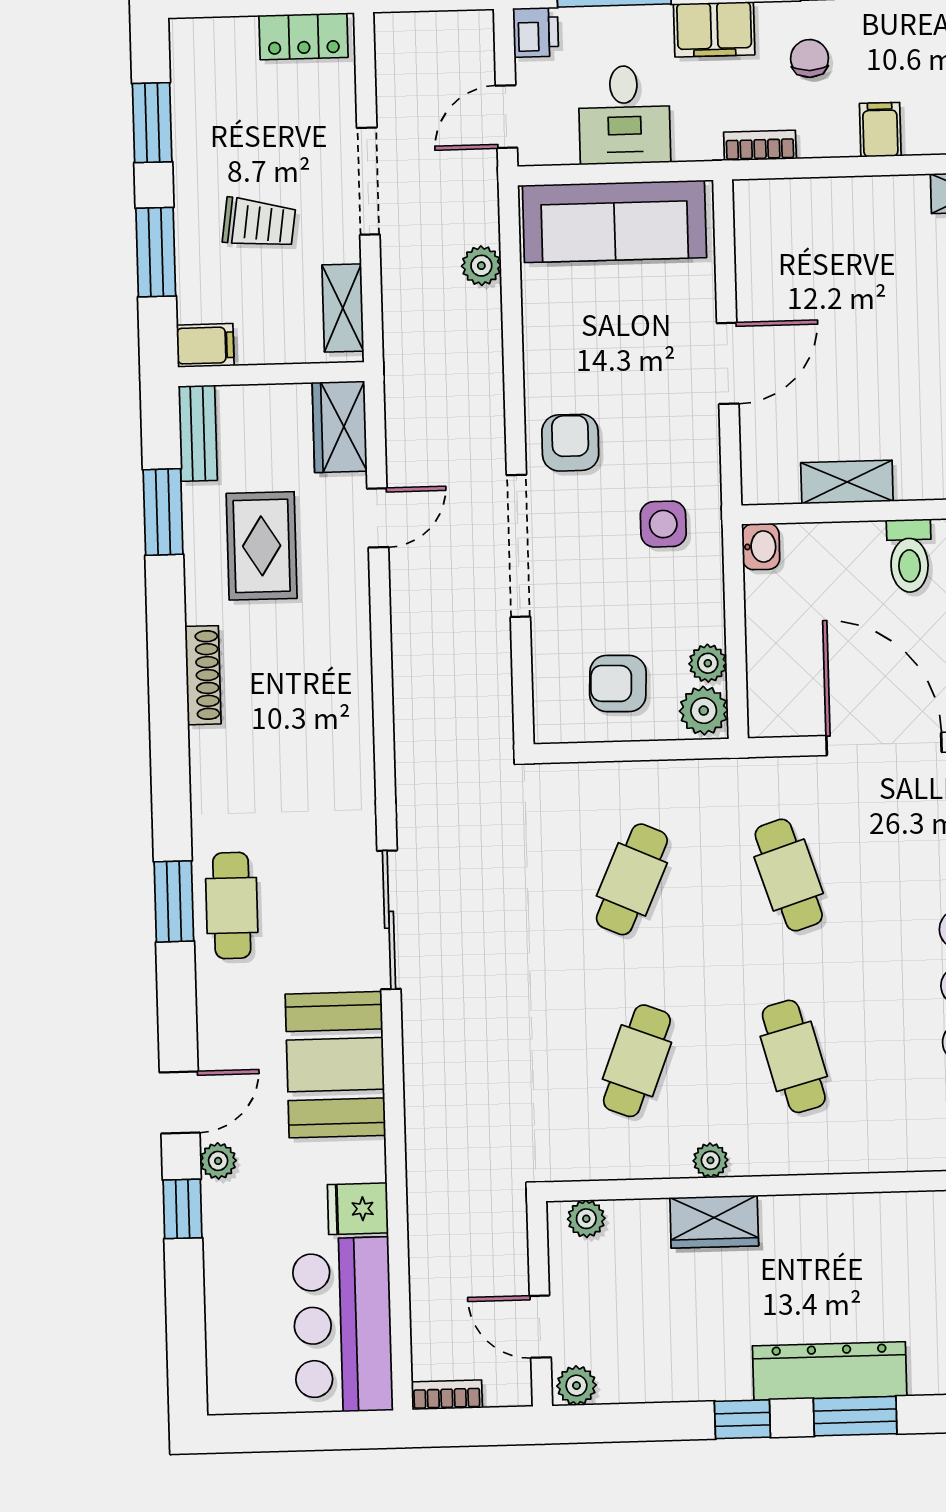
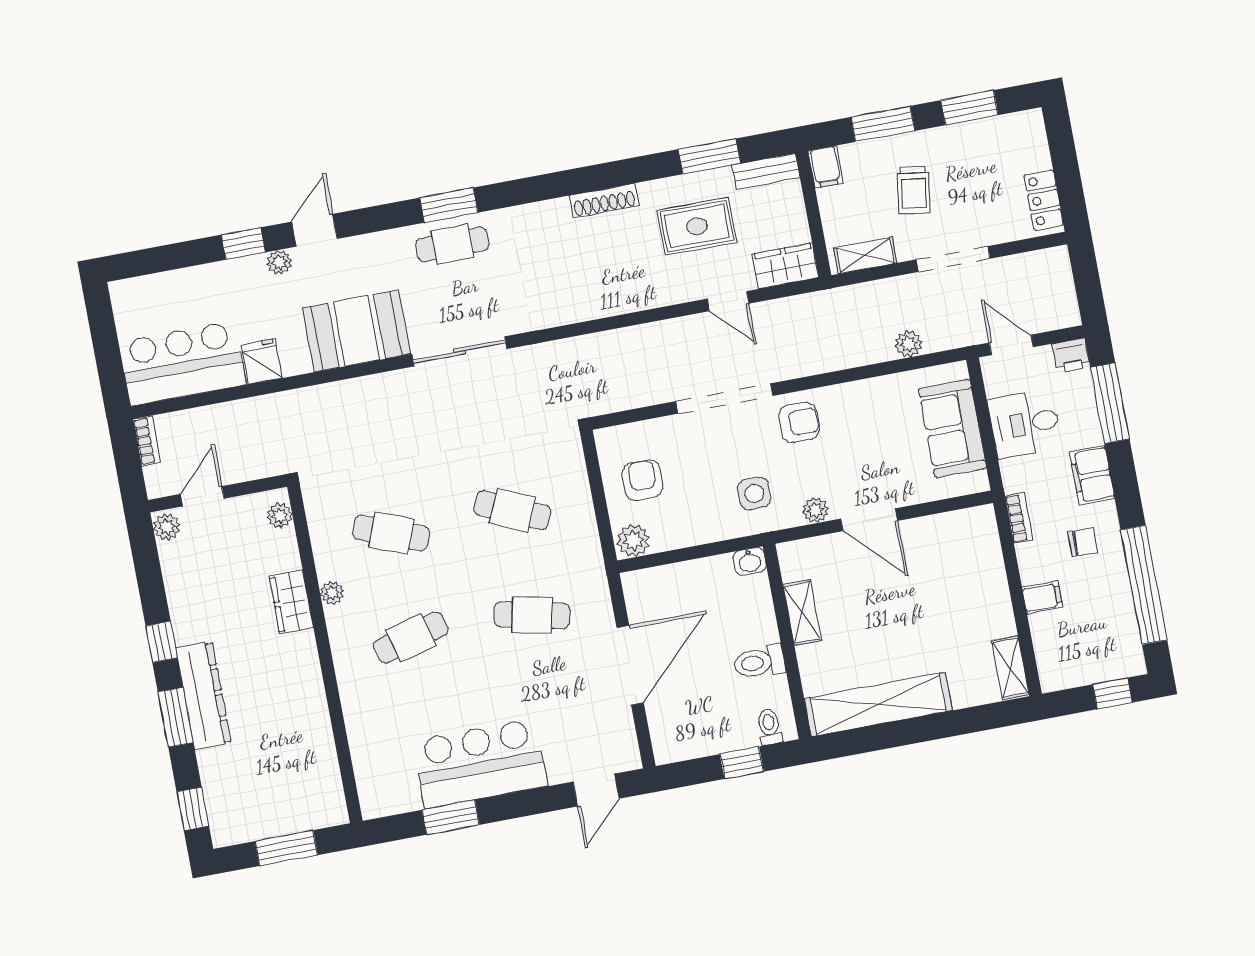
sofa: (614, 221) -> (952, 429), width x0.73
plant: (708, 663) -> (815, 510), moved
cafe table: (789, 875) -> (532, 615), turned 30
door: (180, 1102) -> (314, 230), swing flipped

